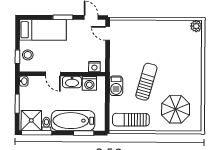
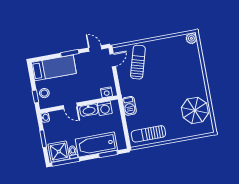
door: (108, 33) -> (113, 60), swing flipped
sun lounger: (146, 82) -> (138, 62), moved
parasol: (176, 109) -> (195, 110), moved

